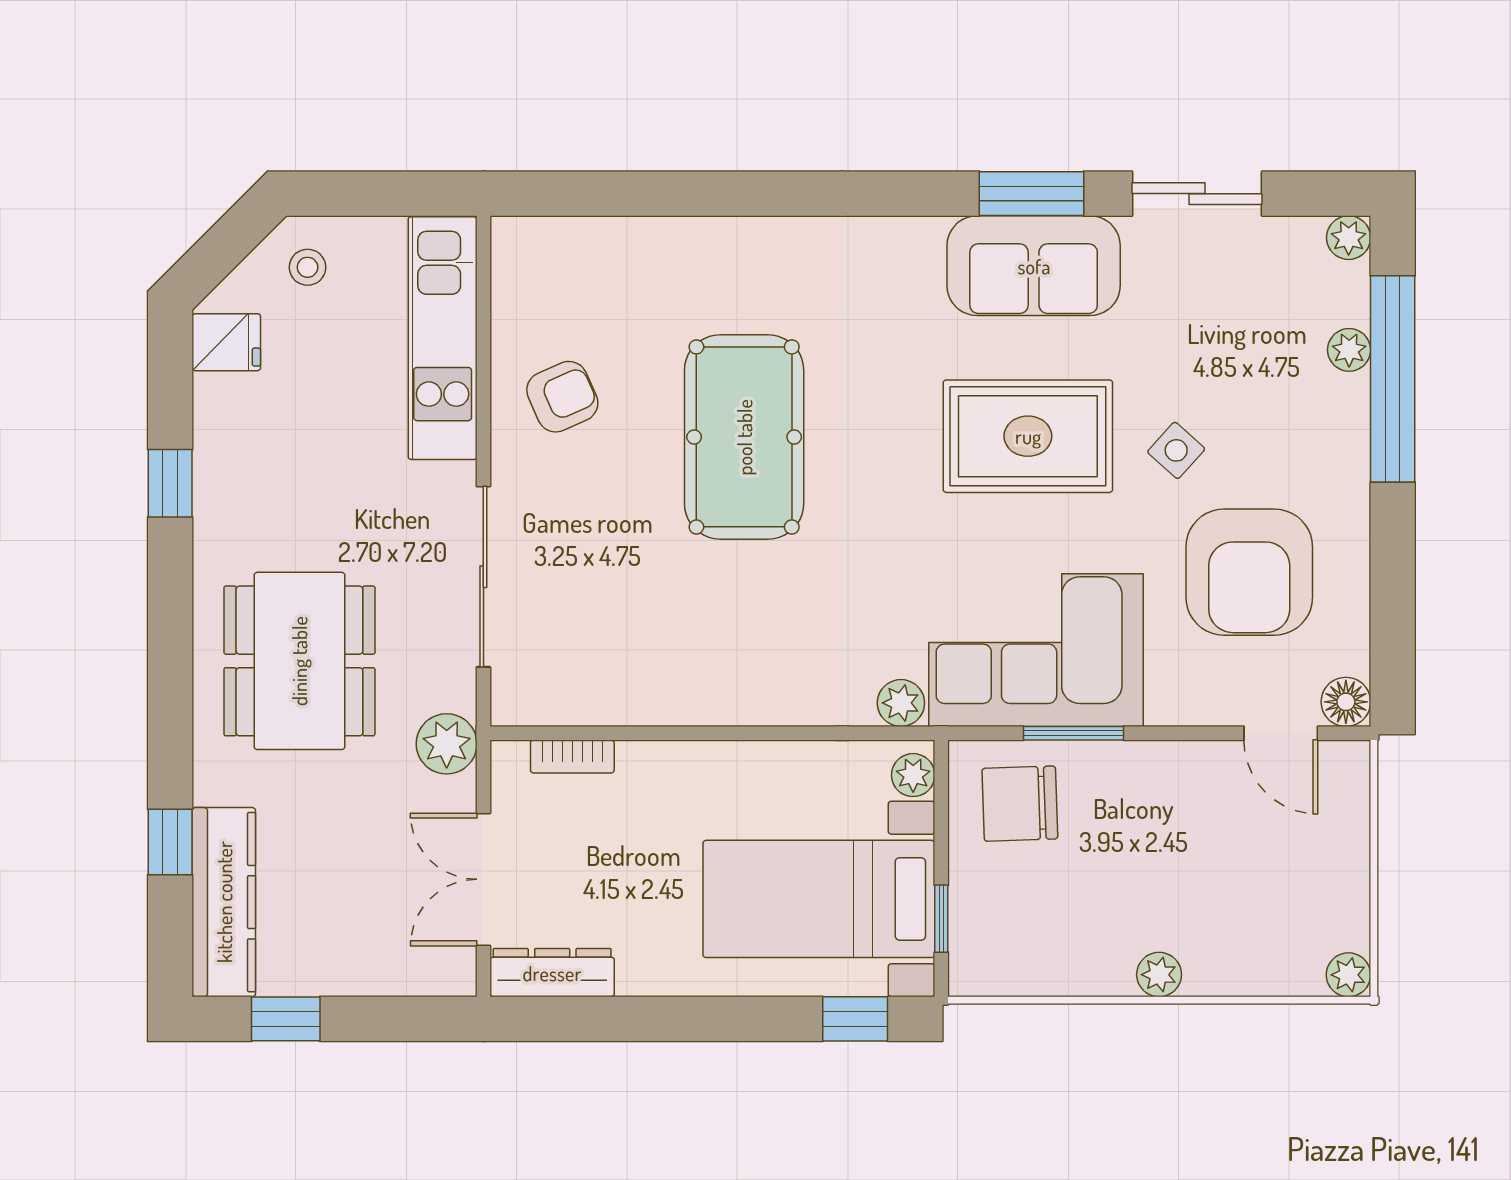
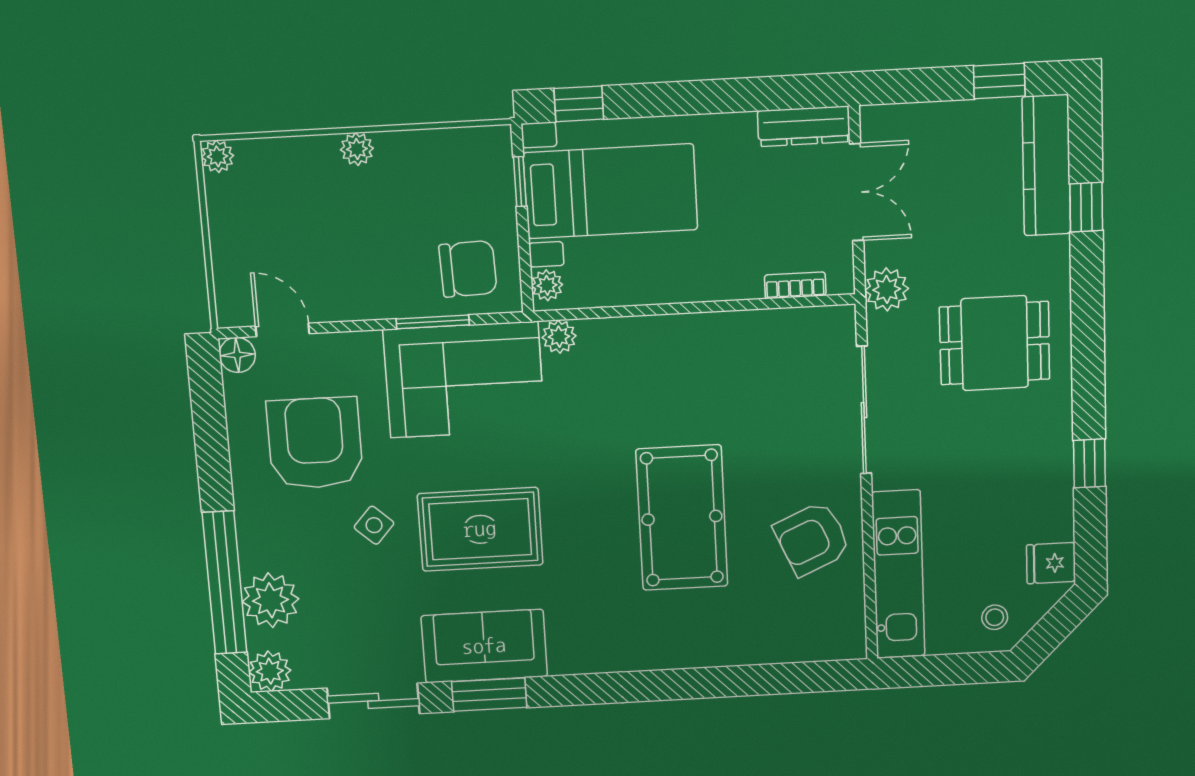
plant: (1349, 238) -> (270, 671), width x1.38, depth x1.38
plant: (1349, 350) -> (270, 600), width x1.87, depth x1.87
armchair: (562, 397) -> (812, 539), width x1.38, depth x1.38
dining table: (299, 661) -> (995, 343), width x0.73

